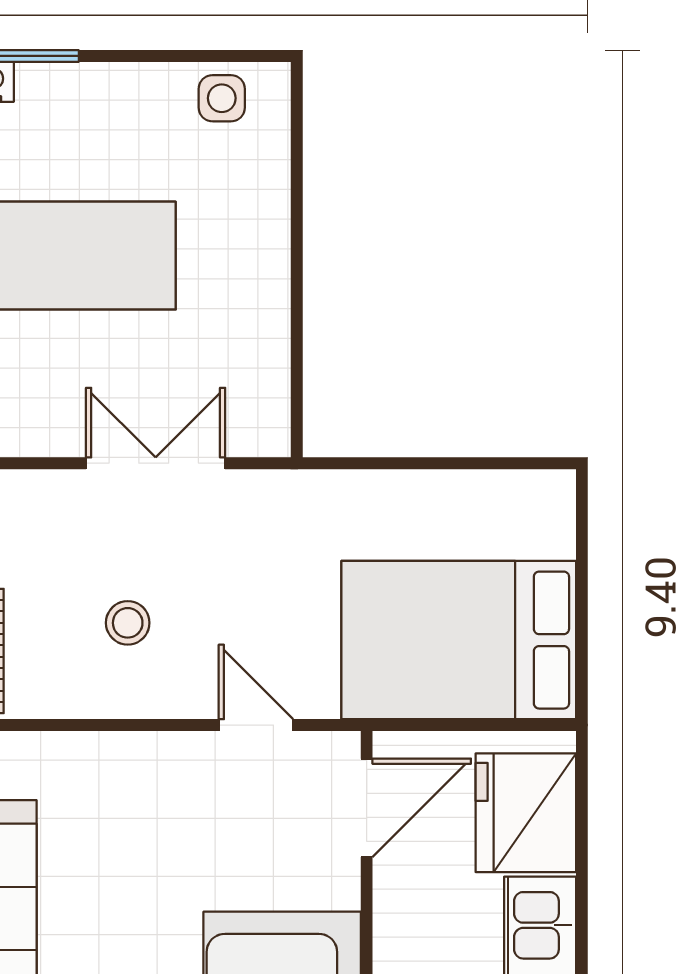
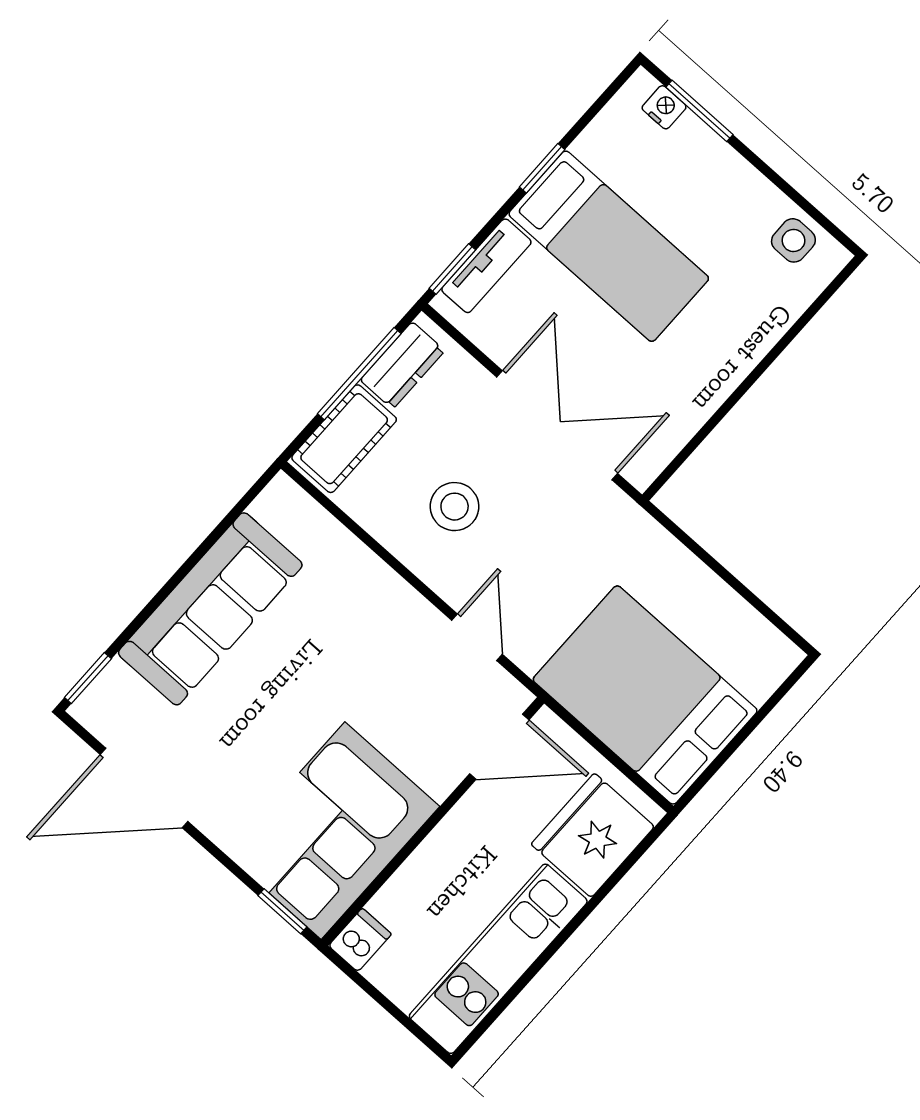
double door: (156, 463) -> (557, 425), width x1.37
stool: (128, 623) -> (455, 507), width x1.37, depth x1.37

